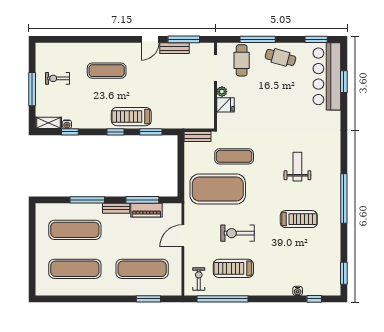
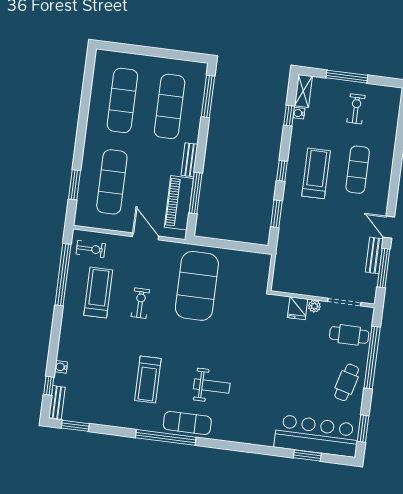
window: (258, 39) -> (372, 358), width x1.46
treadmill: (131, 117) -> (316, 173), moved
bench: (198, 136) -> (57, 402), moved
exercise mat: (234, 156) -> (187, 423), moved, turned 90
window: (87, 200) -> (208, 96), moved
piano: (146, 210) -> (179, 203), width x1.37, depth x1.33
exercise bike: (238, 233) -> (140, 303), width x0.73, depth x0.72

